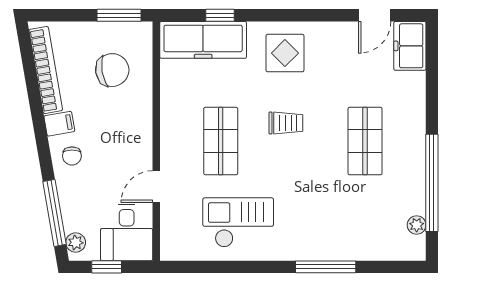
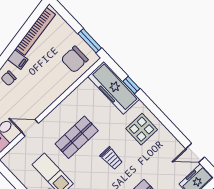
chair: (112, 70) -> (75, 59), moved, turned 99

